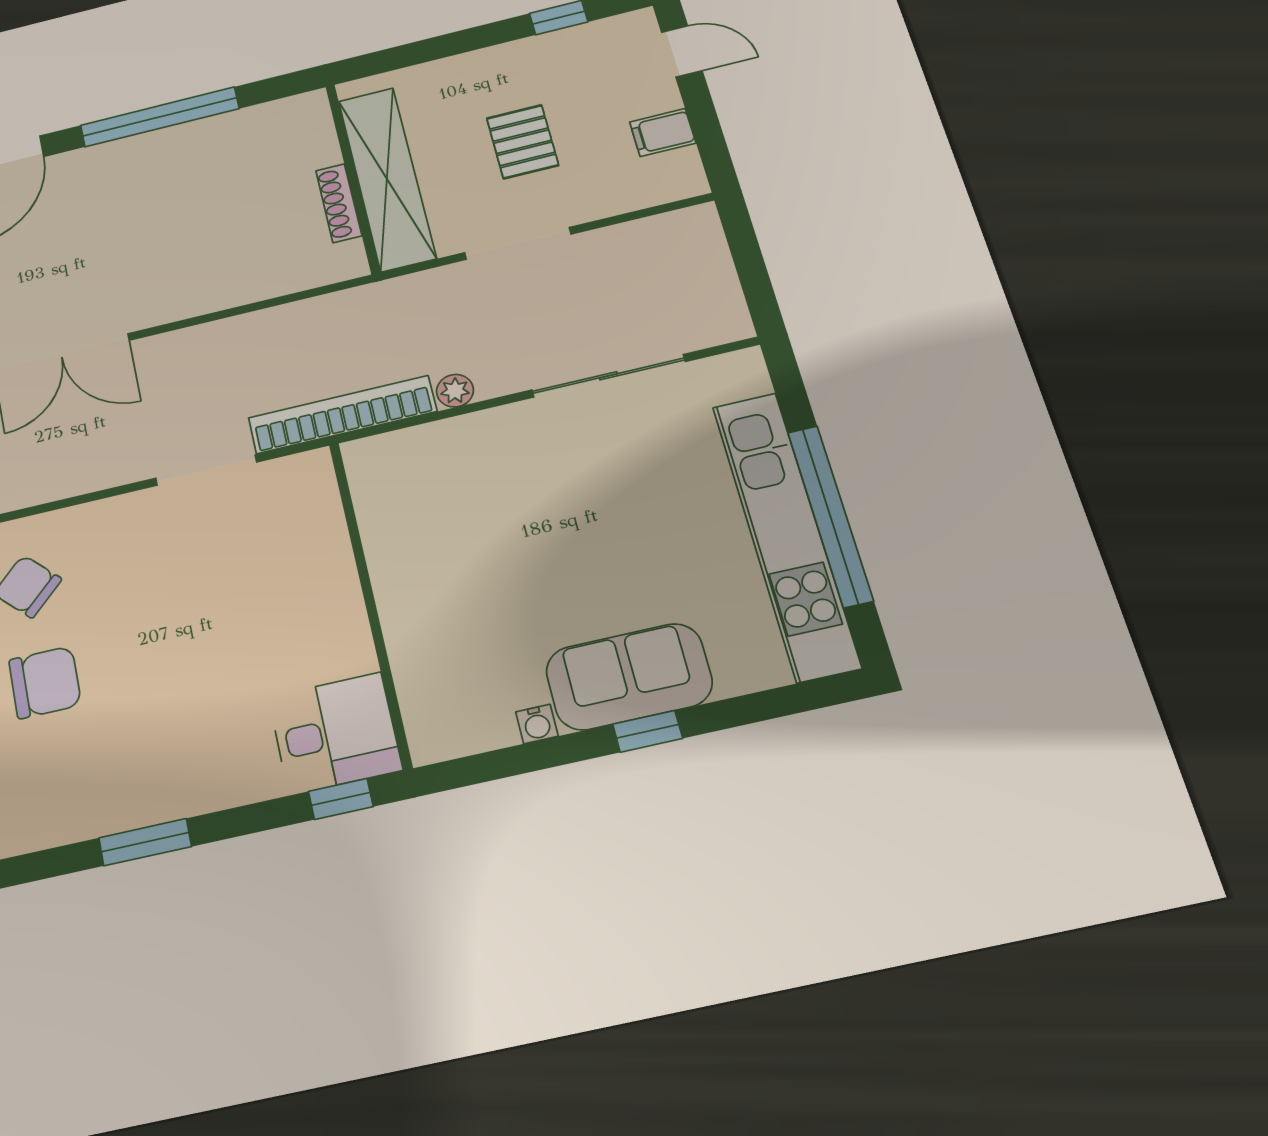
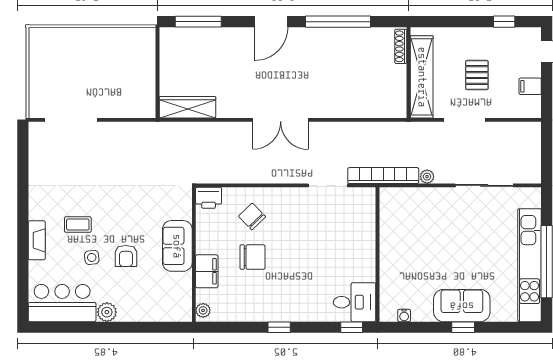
shoe rack: (339, 203) -> (401, 46), moved
water cooler: (537, 724) -> (404, 316), moved
window: (145, 842) -> (279, 327), width x0.67

